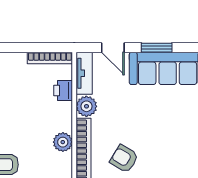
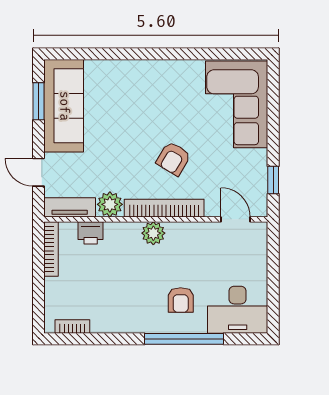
door: (113, 48) -> (38, 172), swing flipped
window: (157, 48) -> (38, 101), moved

